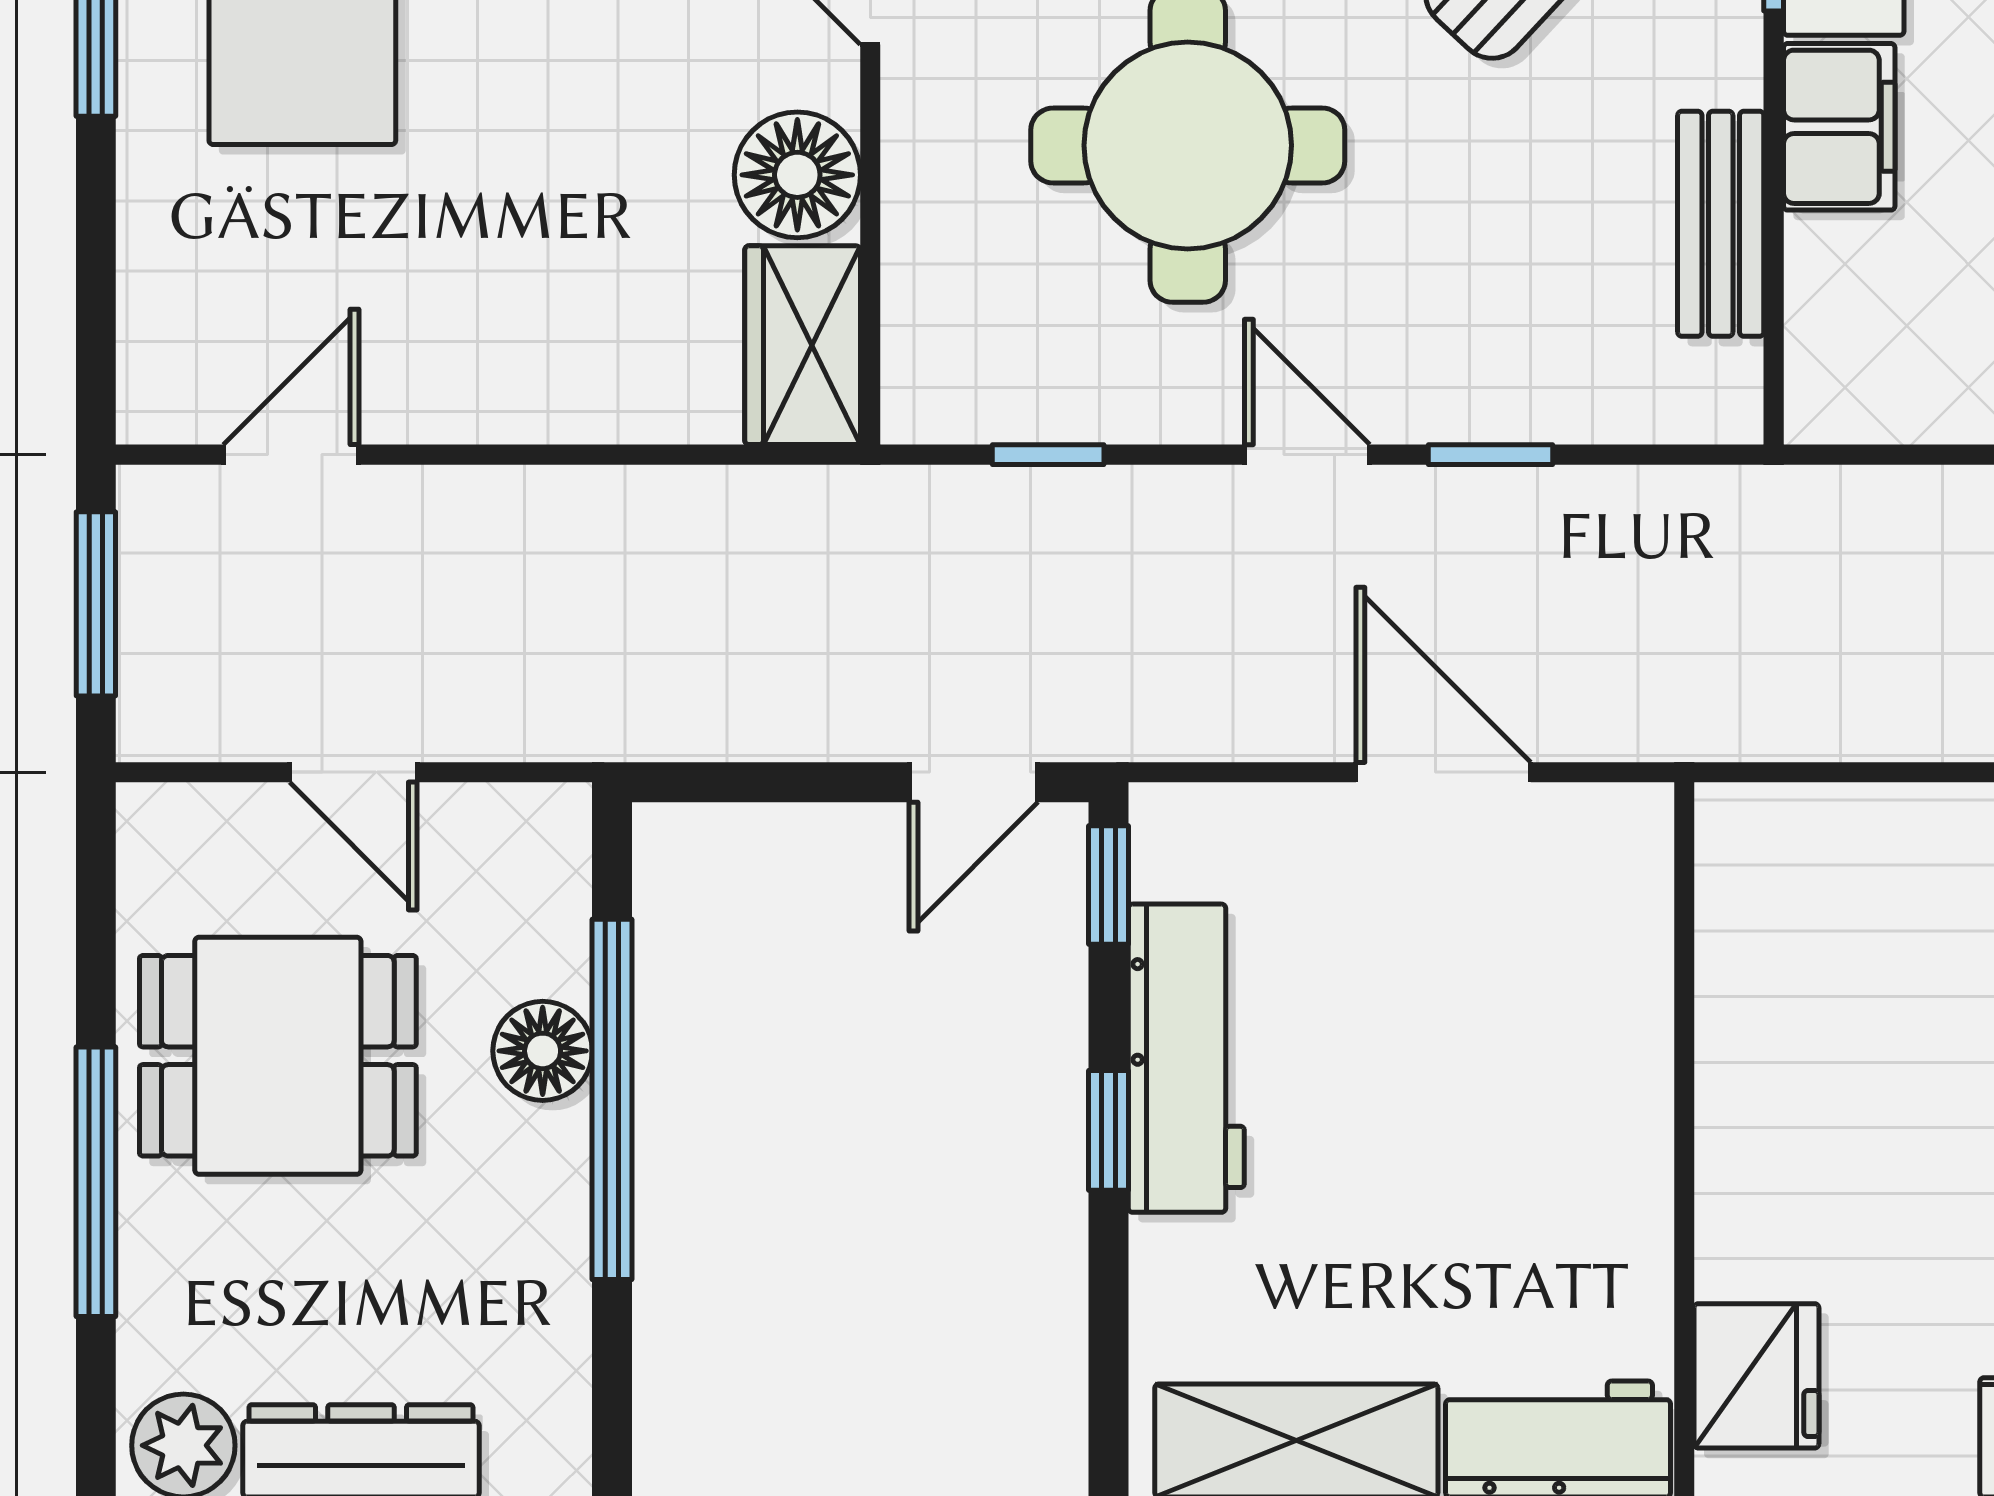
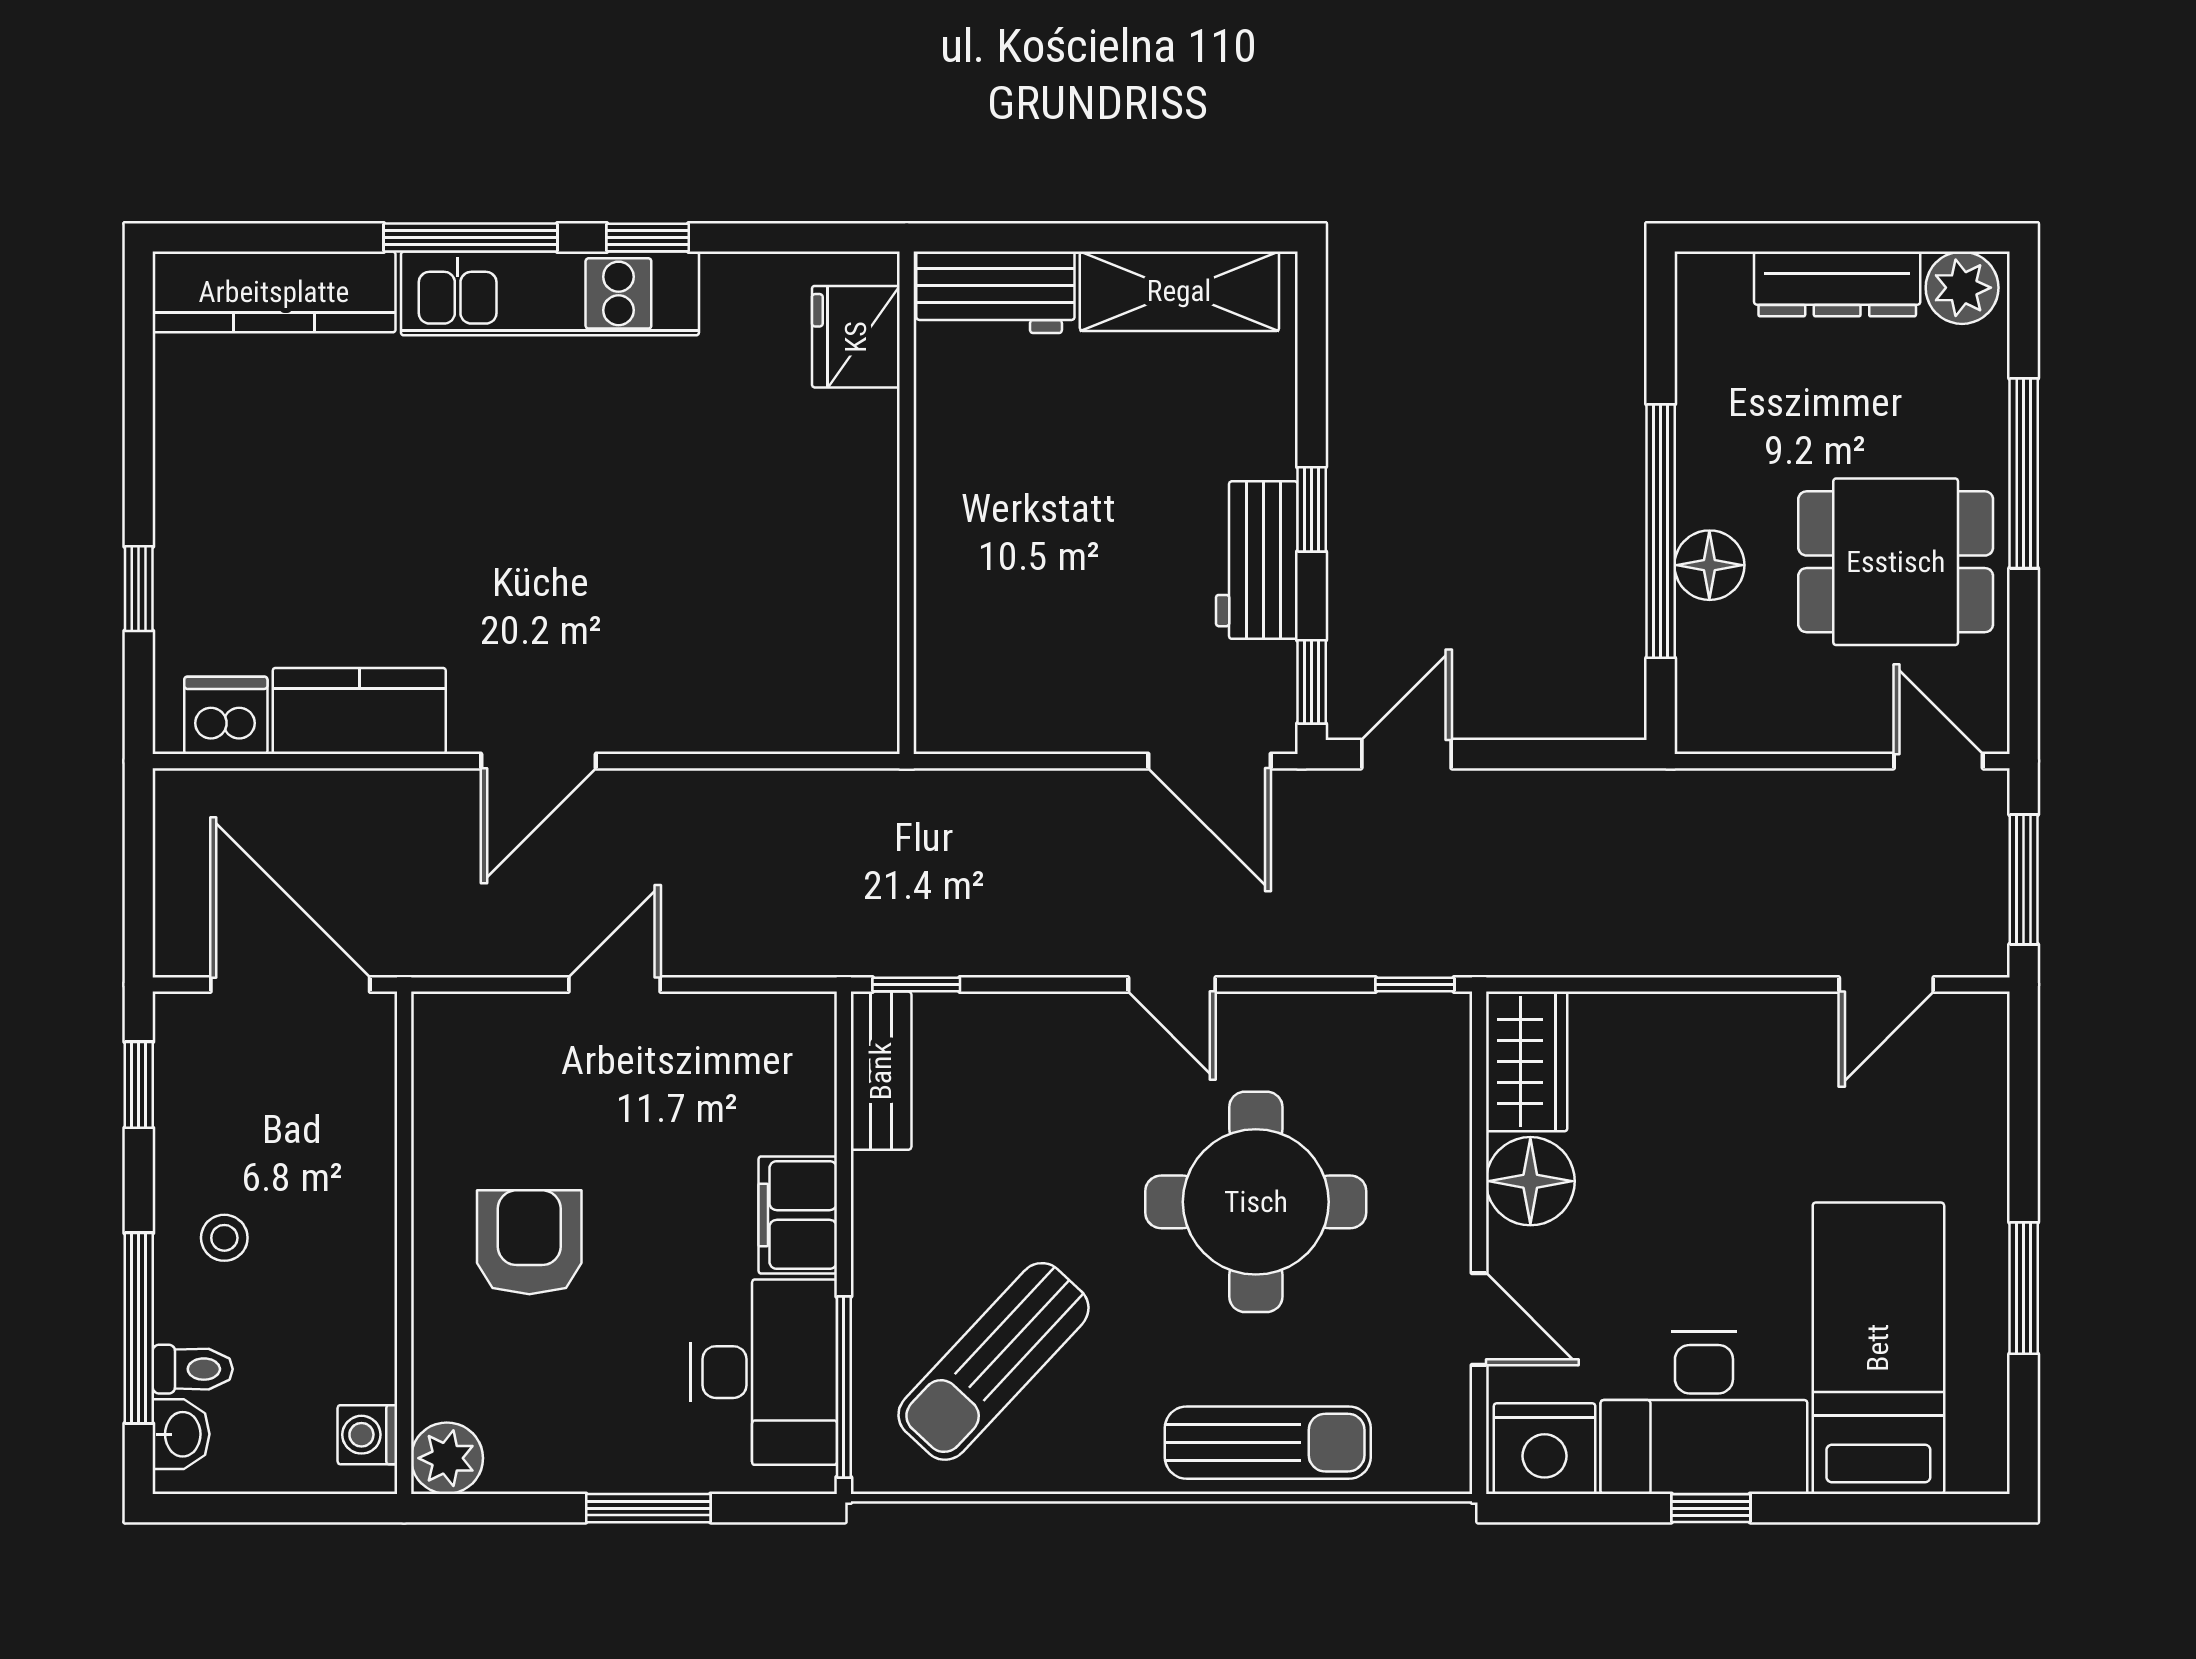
bench: (1721, 224) -> (881, 1071), moved
window: (1048, 455) -> (1415, 984), moved
window: (1490, 455) -> (916, 984), moved
door: (353, 772) -> (1938, 761), moved
door: (1443, 772) -> (1210, 761), moved
workbench: (1186, 1058) -> (1257, 560), width x0.73

